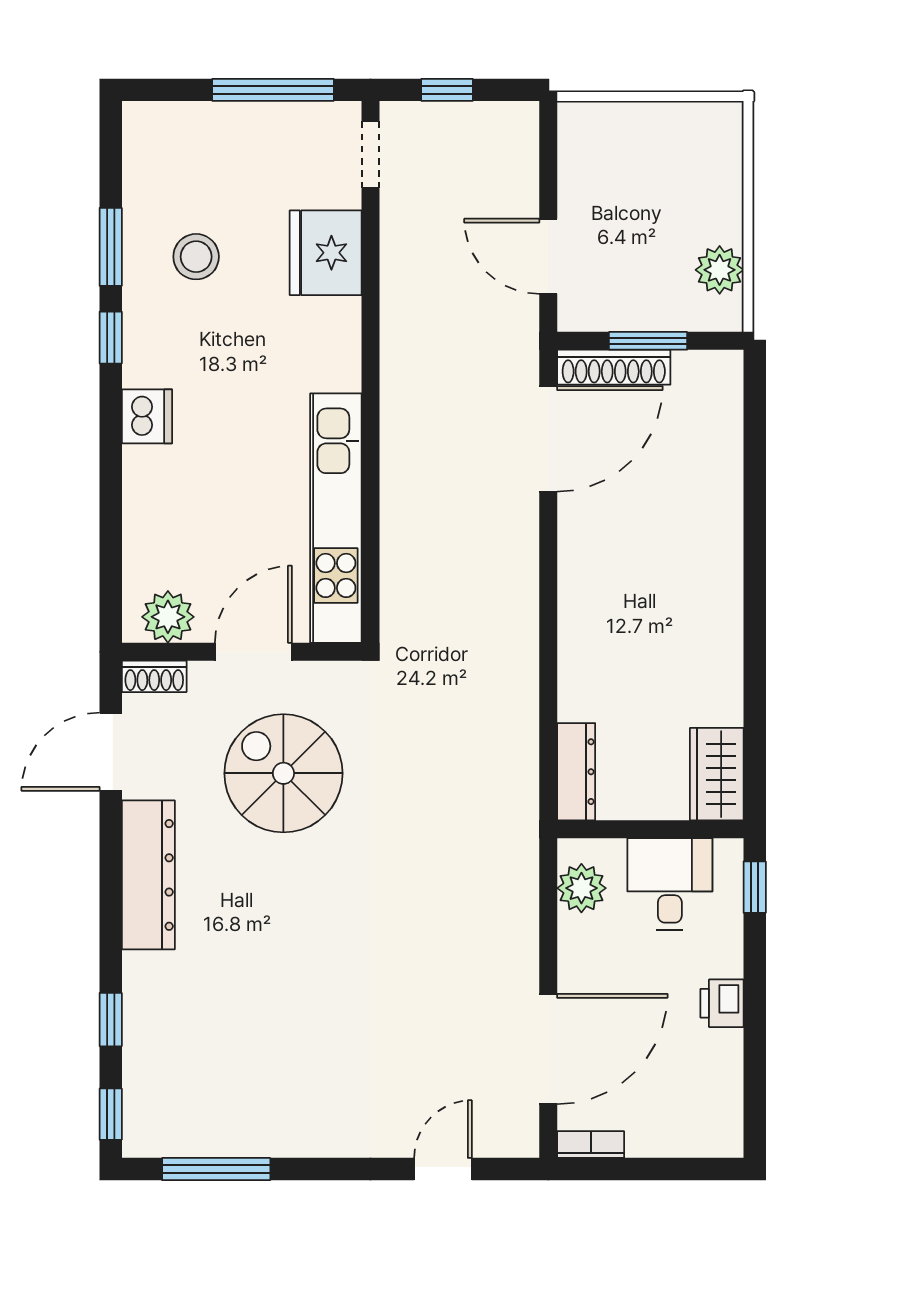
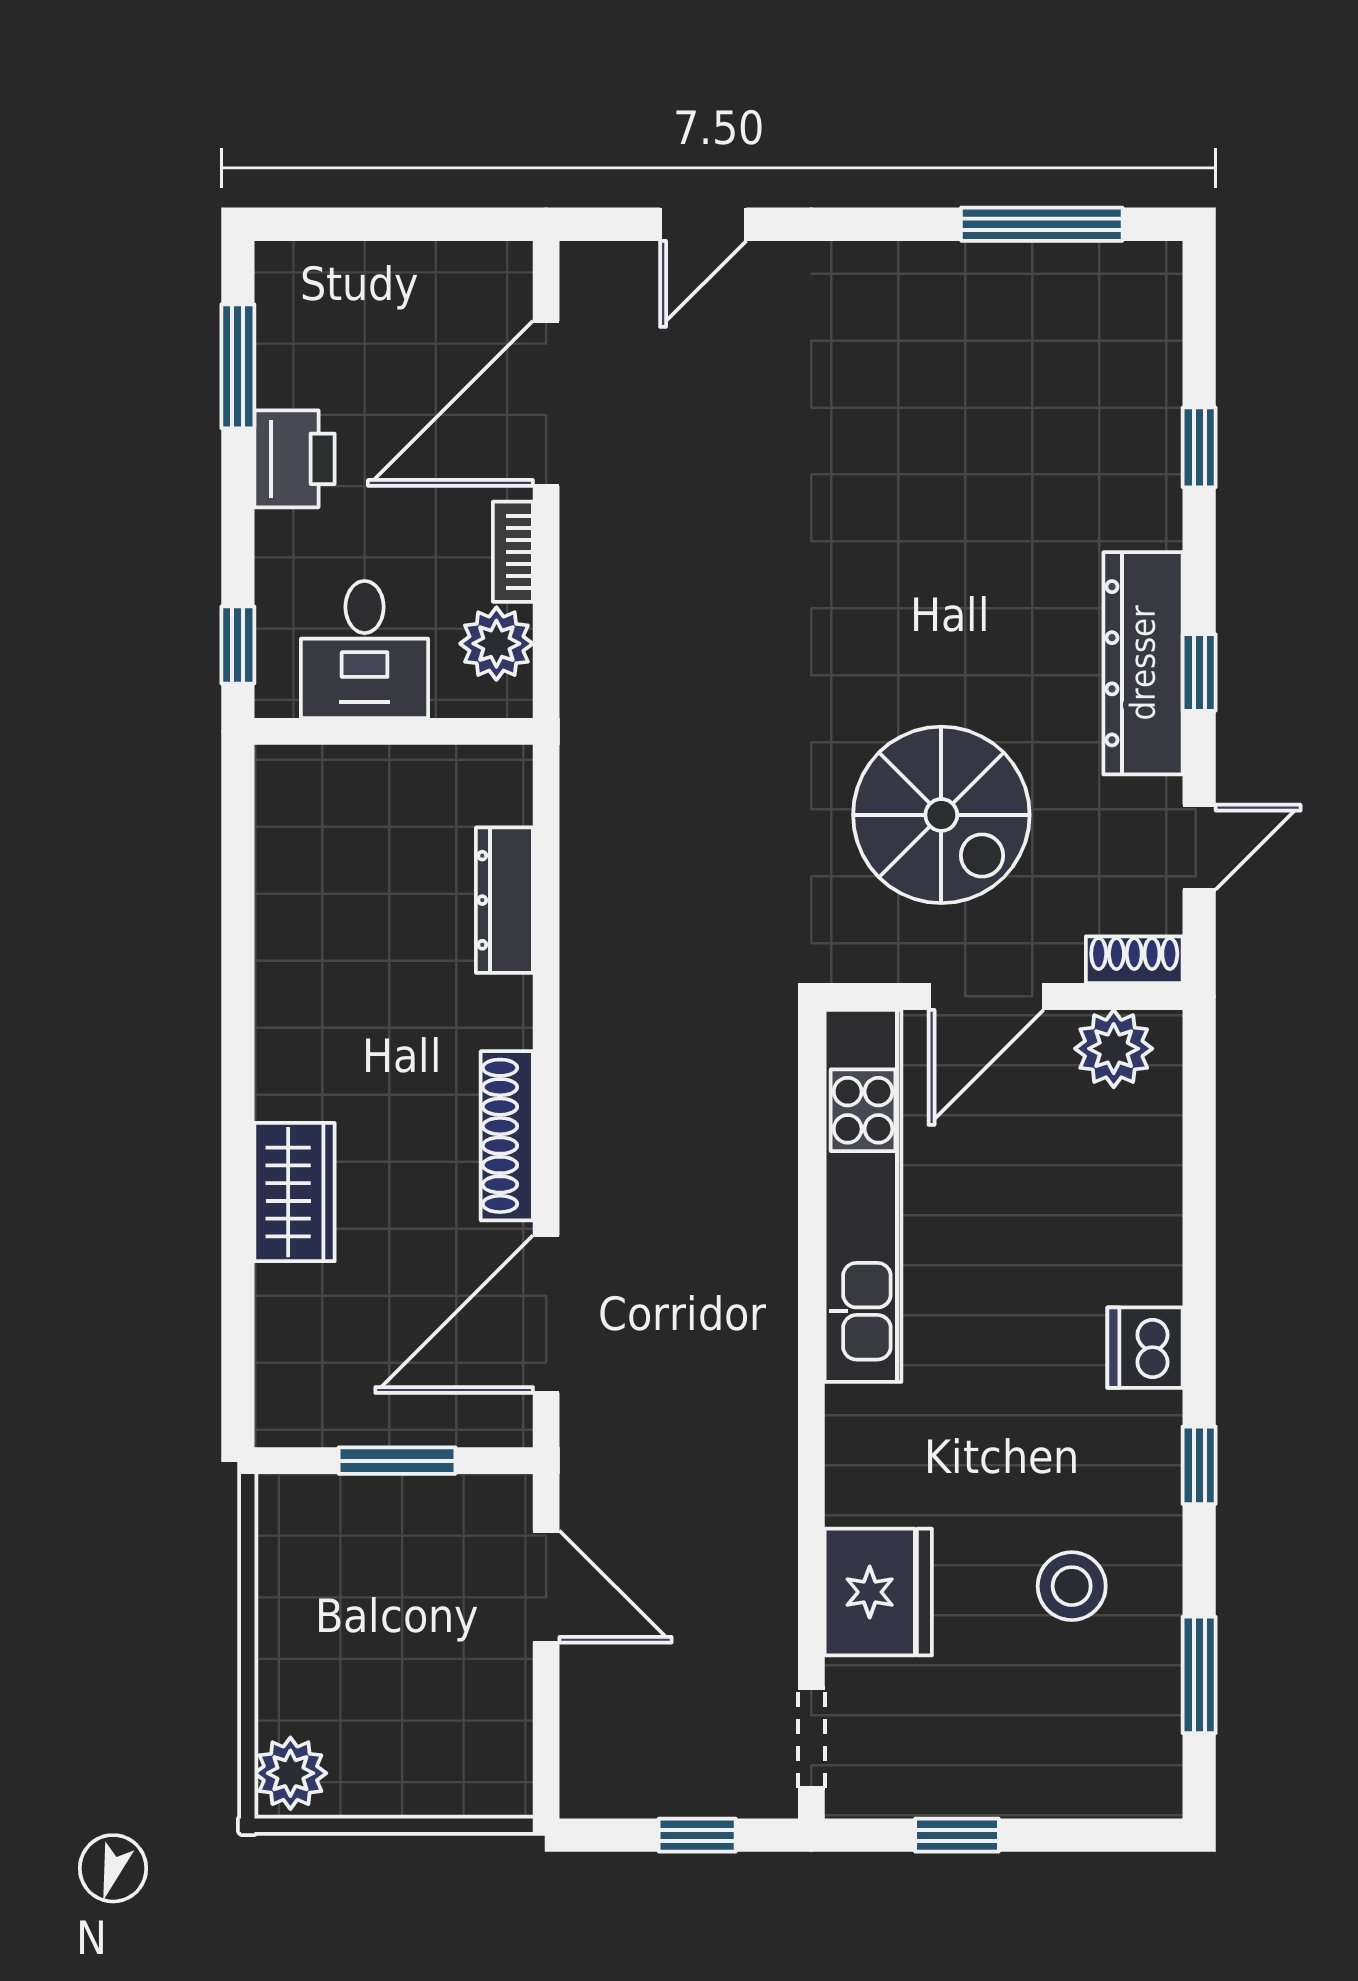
window: (273, 90) -> (957, 1835), width x0.46
window: (111, 247) -> (1199, 1675), moved
plant: (720, 270) -> (290, 1773), moved
shoe rack: (614, 367) -> (507, 1136), moved, turned -90
door: (111, 752) -> (1199, 847), width x0.73
dresser: (576, 772) -> (504, 900), moved
wardrobe: (717, 774) -> (295, 1192), moved
printer: (722, 1003) -> (295, 459), width x1.36, depth x1.24
window: (755, 1074) -> (238, 366), added
window: (111, 1114) -> (1199, 673), moved
bookcase: (591, 1145) -> (513, 552), moved, turned 90

